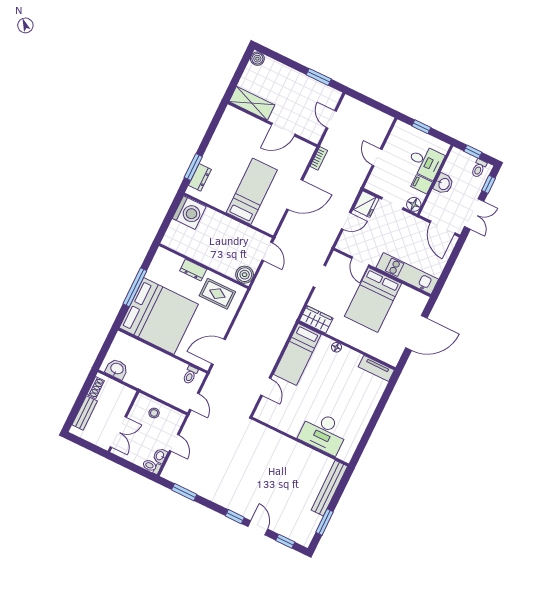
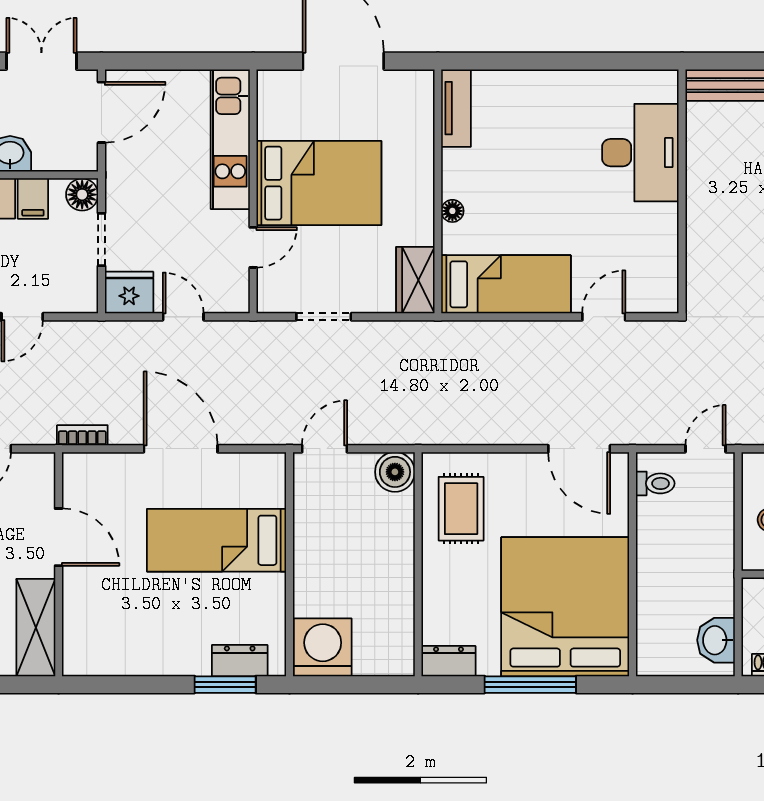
dresser: (193, 270) -> (448, 661), moved, turned -90

